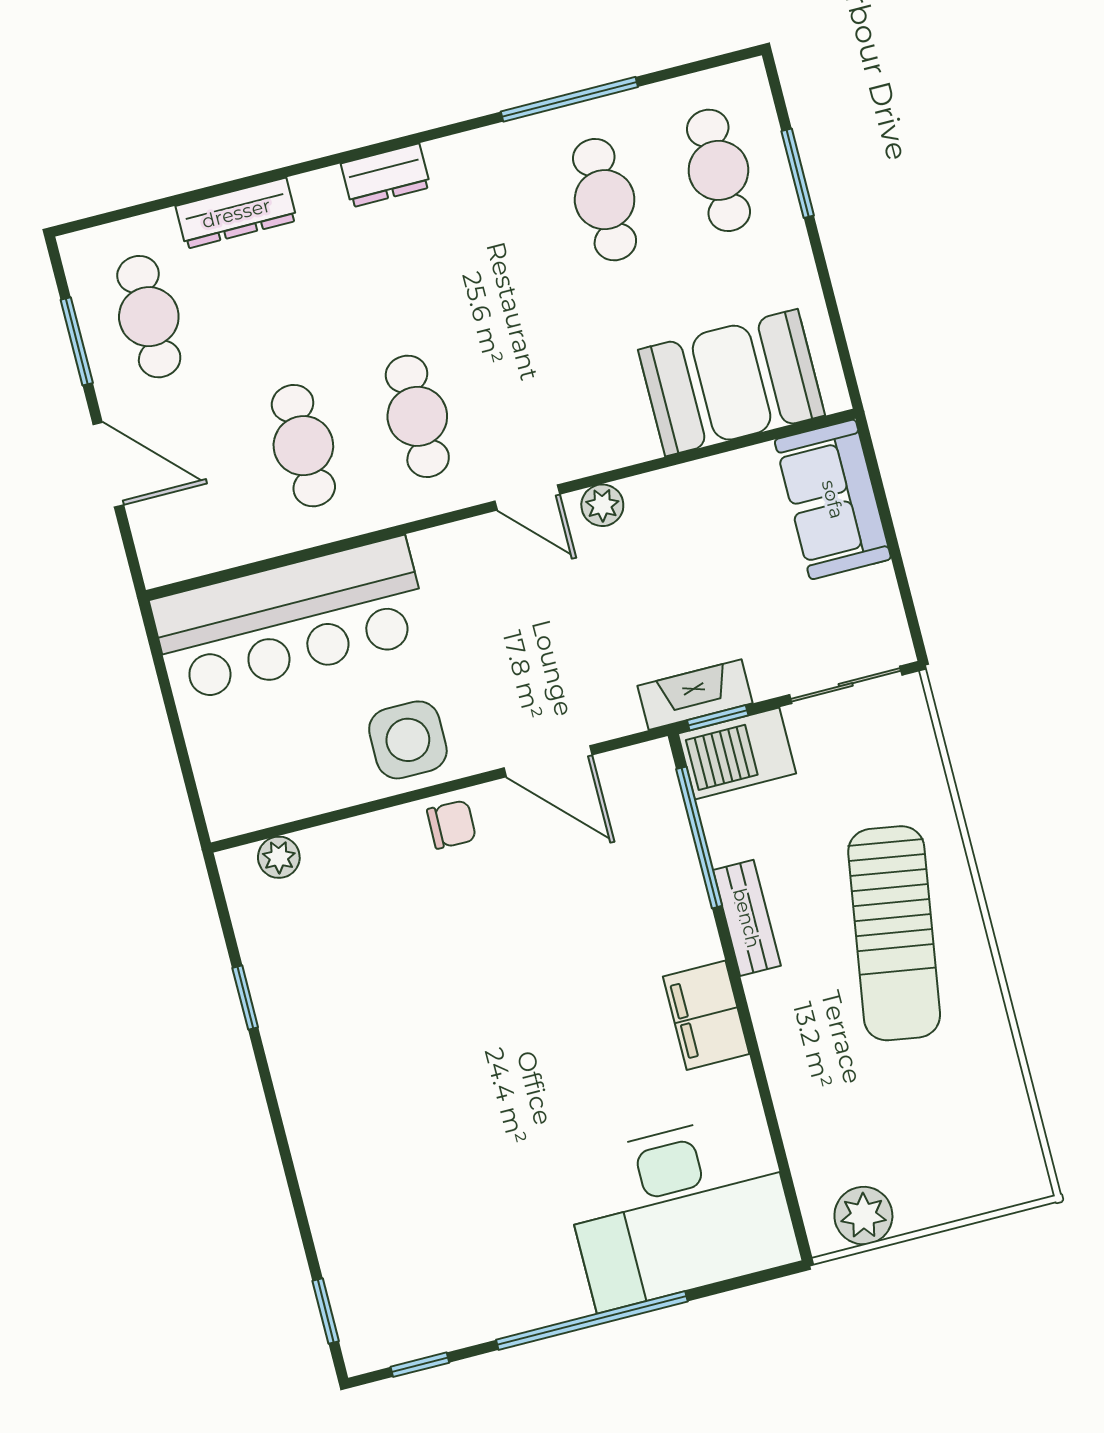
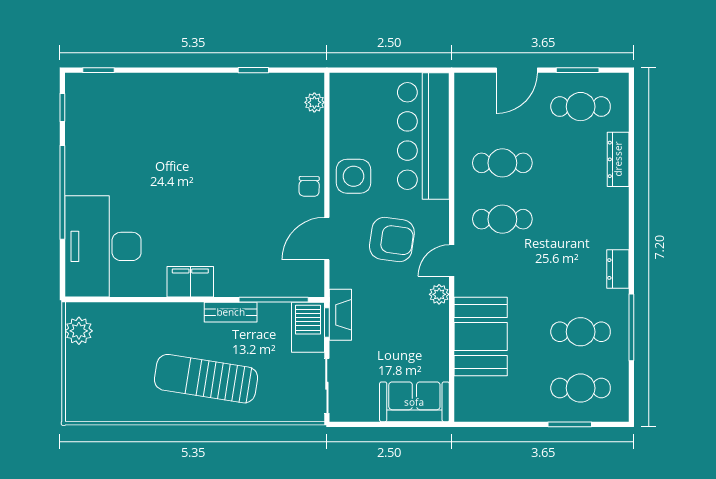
dresser: (386, 175) -> (618, 269), moved
booth: (732, 383) -> (481, 336), moved
armchair: (516, 629) -> (392, 239), added

